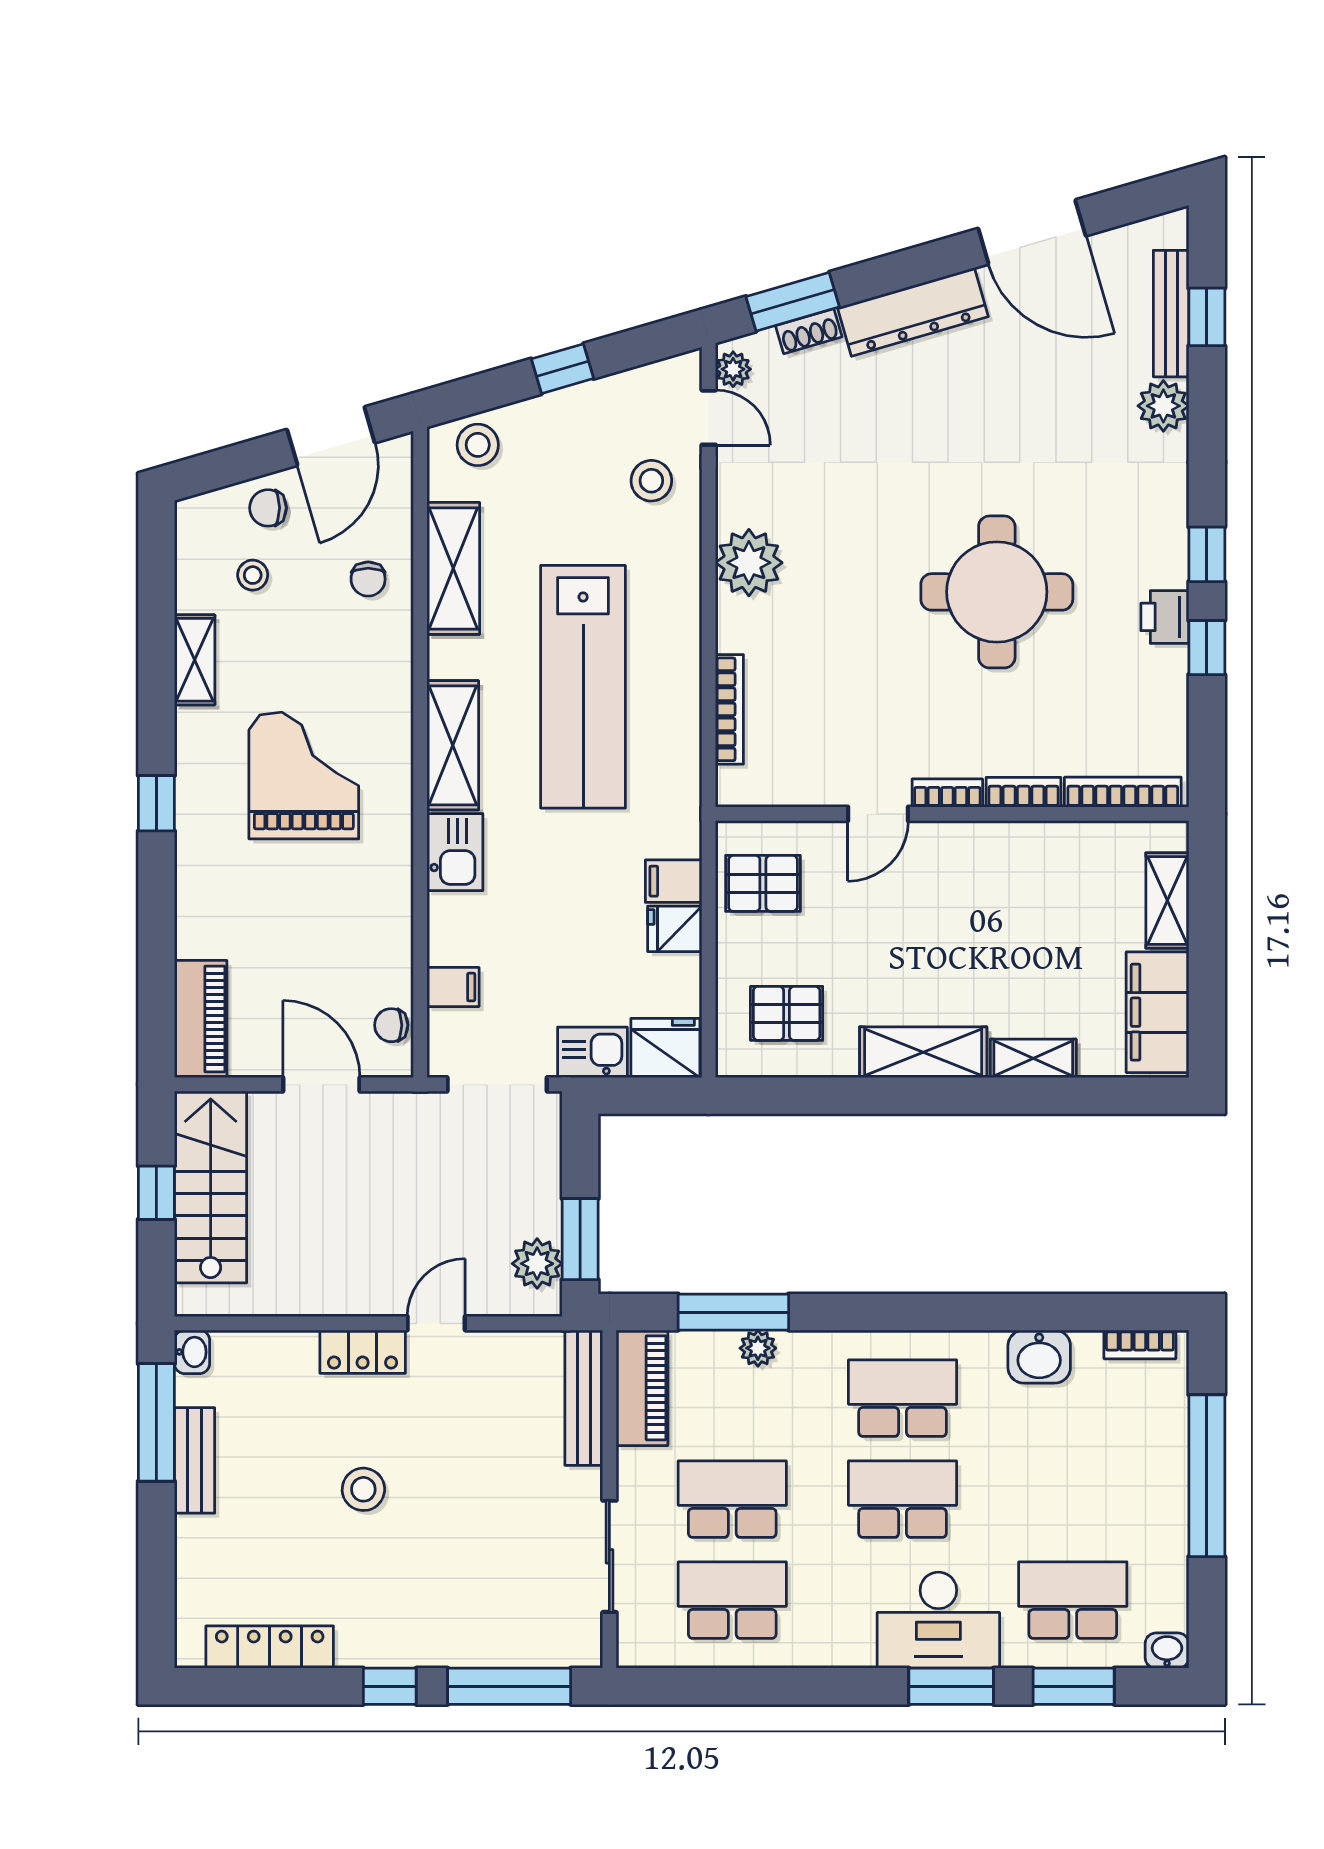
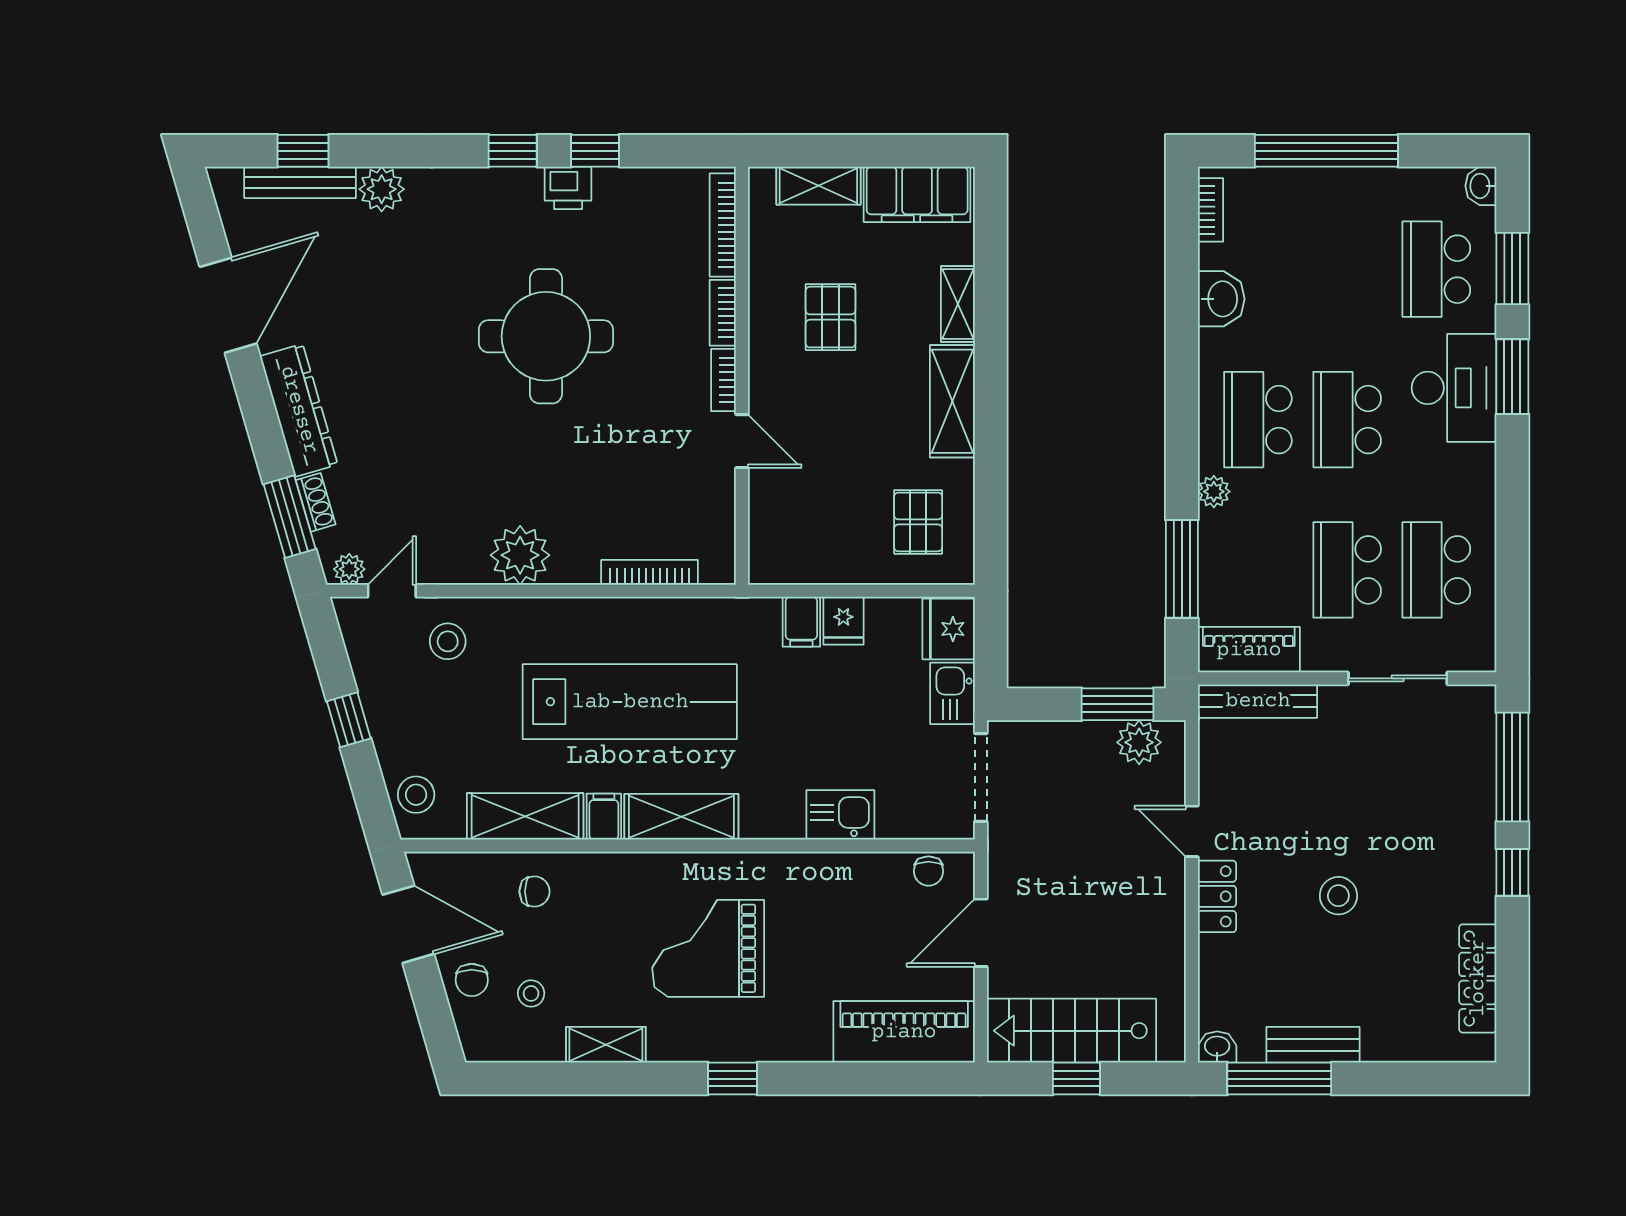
kitchen sink: (455, 852) -> (840, 815), moved
pallet: (763, 883) -> (831, 317), moved
filing cabinet: (453, 987) -> (604, 817), moved
piano: (201, 1019) -> (904, 1032), width x1.37, depth x1.33
plant: (758, 1348) -> (1214, 492), moved

